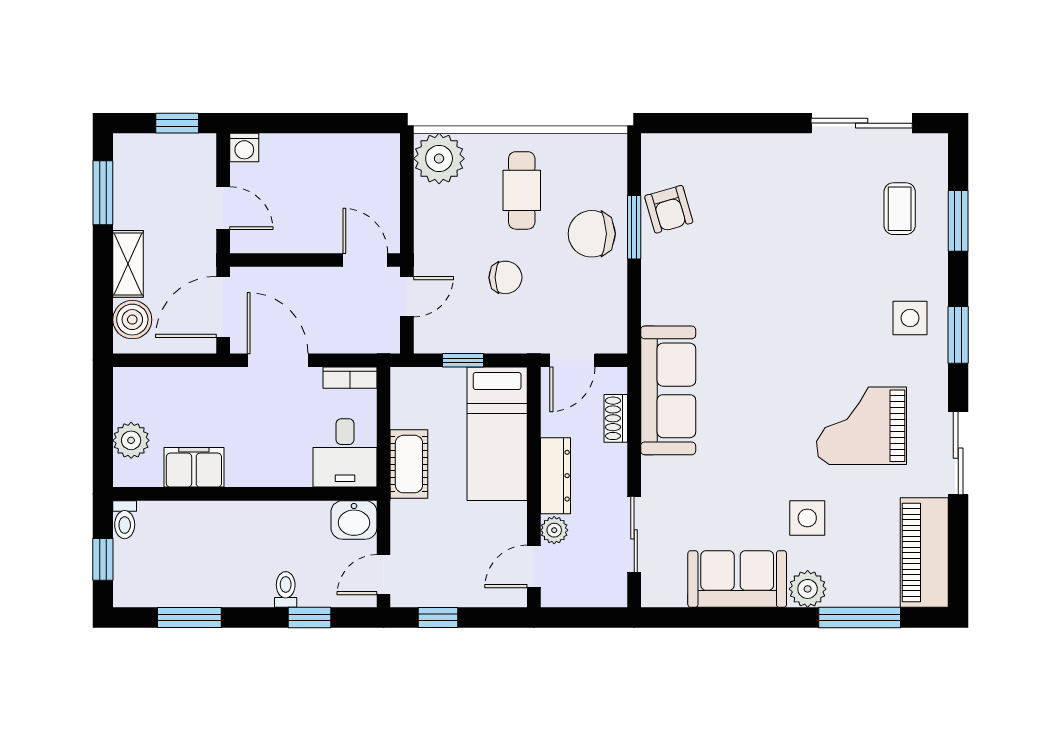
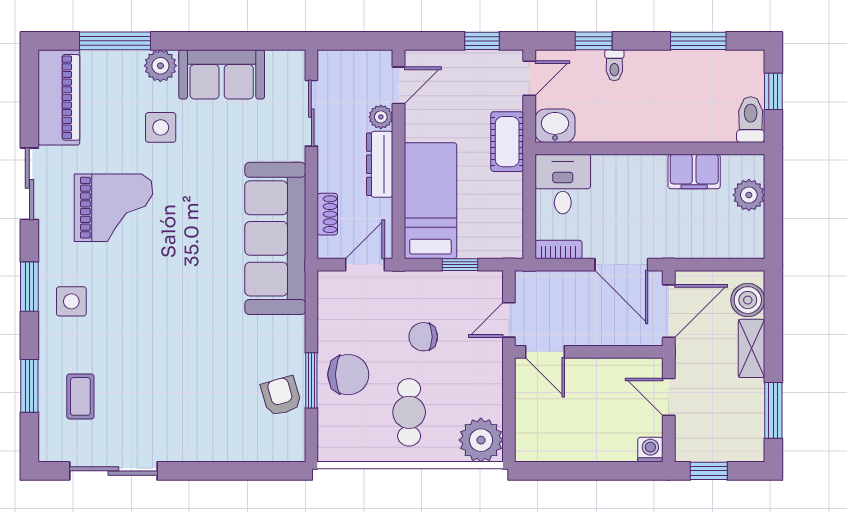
sofa: (668, 390) -> (275, 238), width x1.36, depth x1.27
cot: (409, 464) -> (507, 142), moved
toilet: (125, 520) -> (751, 120), width x1.37, depth x1.39

